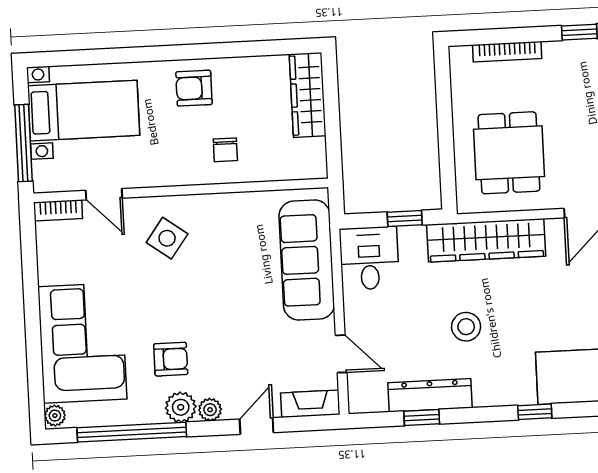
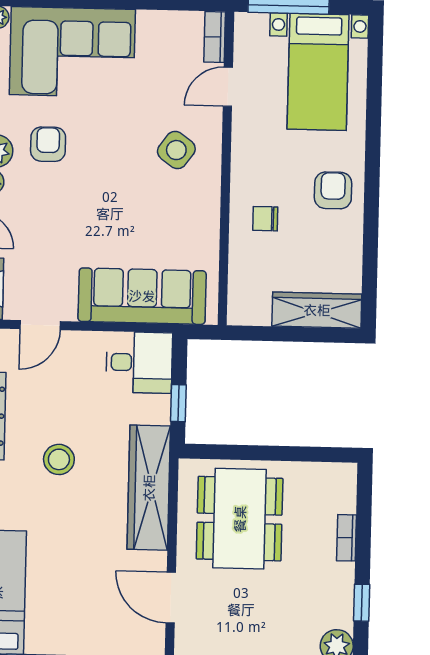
bookcase: (507, 52) -> (347, 538), width x0.64
dining table: (509, 153) -> (240, 519), width x1.38
armchair: (171, 359) -> (48, 144), turned 180

